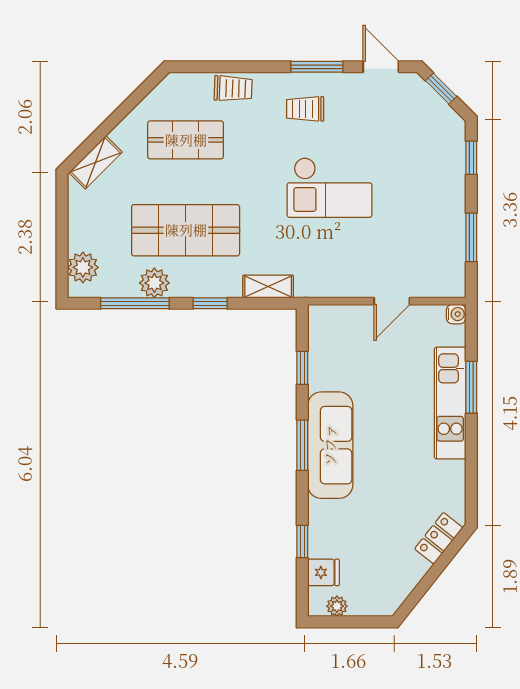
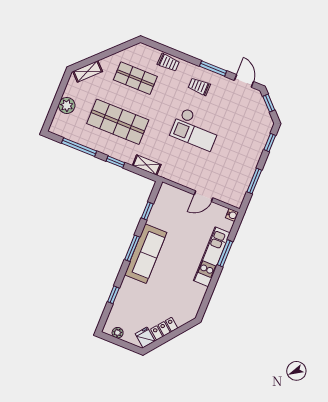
plant: (83, 267) -> (67, 105), moved
plant: (154, 283) -> (92, 141), removed
locker: (439, 538) -> (164, 329), moved
fridge: (323, 572) -> (145, 337), moved, turned -142

